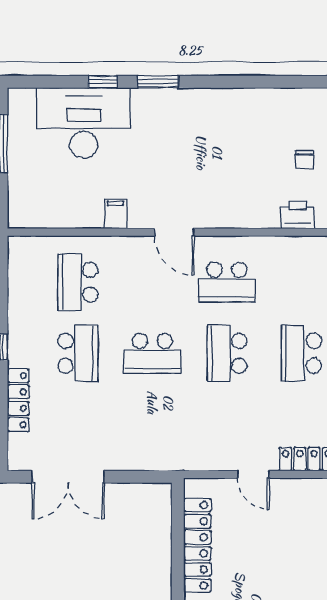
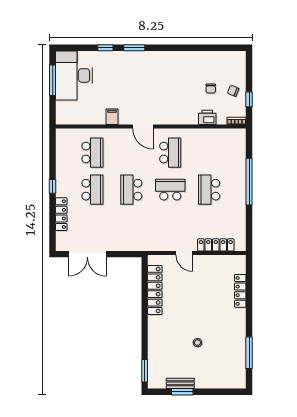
desk: (84, 123) -> (74, 75), moved, turned -90
school desk: (78, 282) -> (92, 153), turned 180
school desk: (227, 282) -> (170, 153), turned -90
school desk: (152, 353) -> (131, 190), turned 90
school desk: (227, 353) -> (170, 190), turned 90

